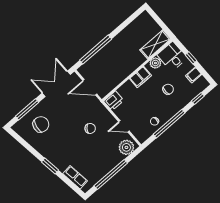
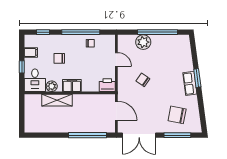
shelving: (155, 44) -> (57, 100), moved
plant: (126, 147) -> (143, 42), moved
row of seats: (75, 177) -> (190, 83), moved

